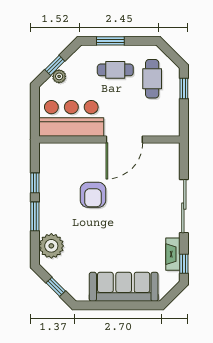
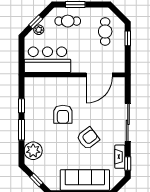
cafe table: (115, 70) -> (68, 21), moved
door: (124, 140) -> (99, 75), moved
armchair: (128, 228) -> (88, 138), added

